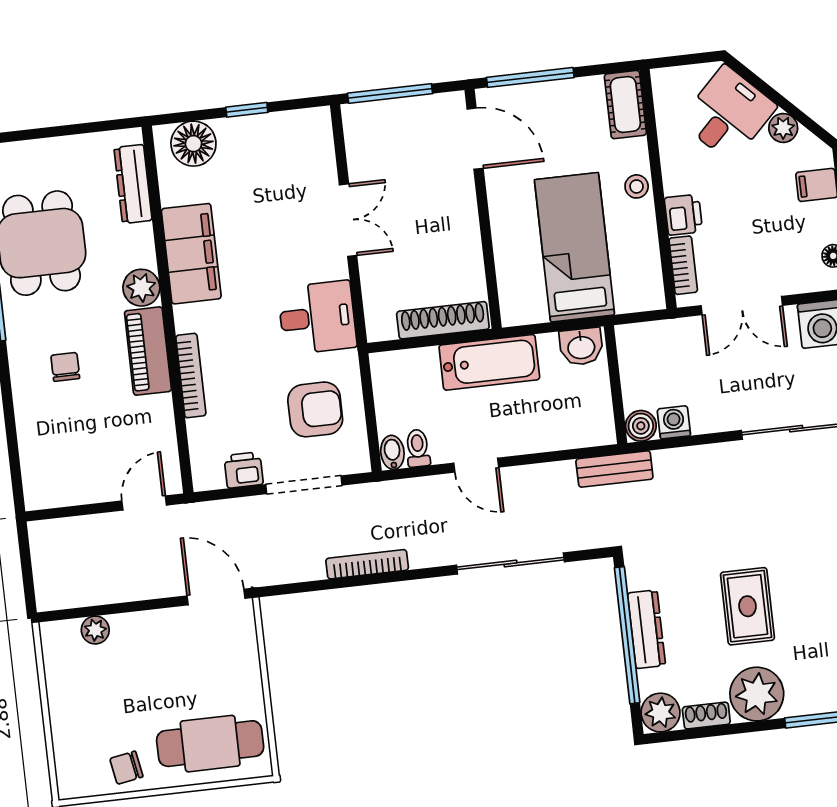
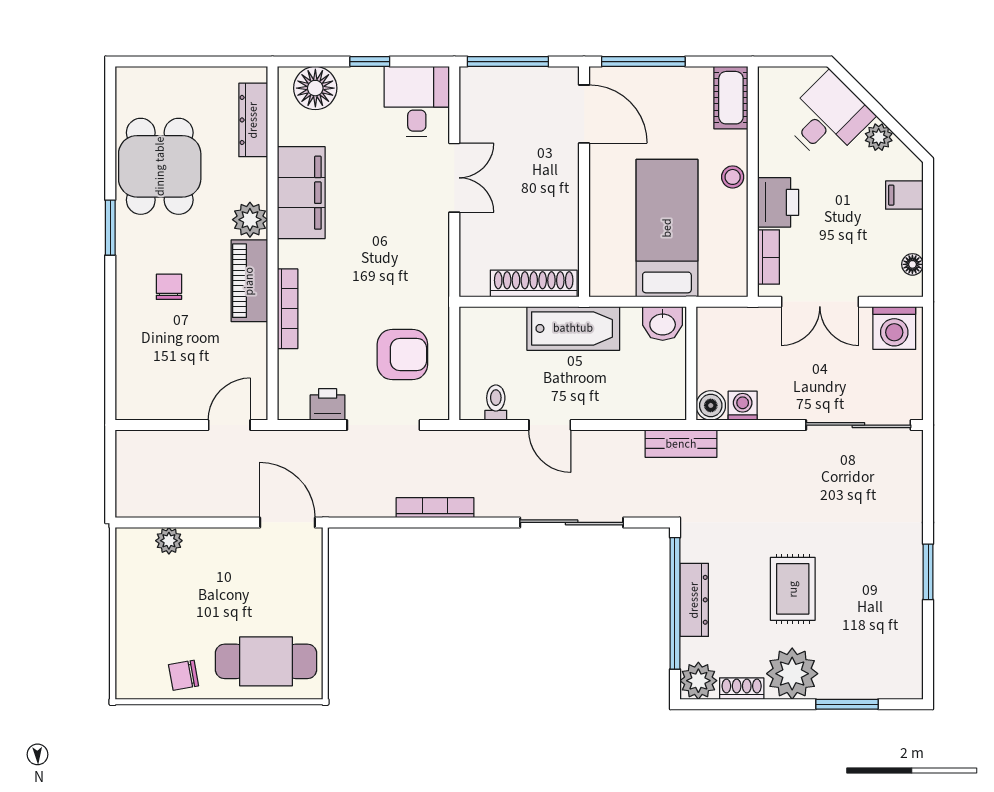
printer: (683, 215) -> (778, 202), width x1.36, depth x1.24
desk: (317, 317) -> (417, 102), moved, turned -90
bidet: (392, 452) -> (471, 404), removed

